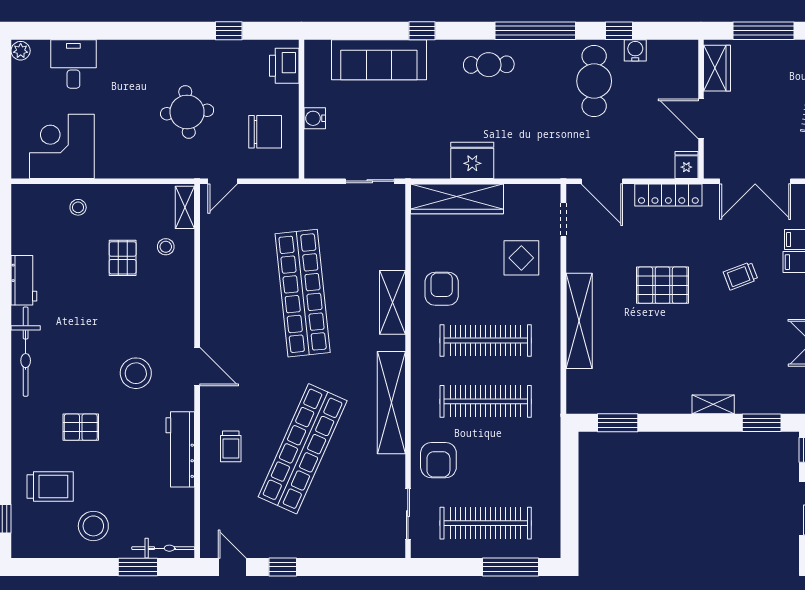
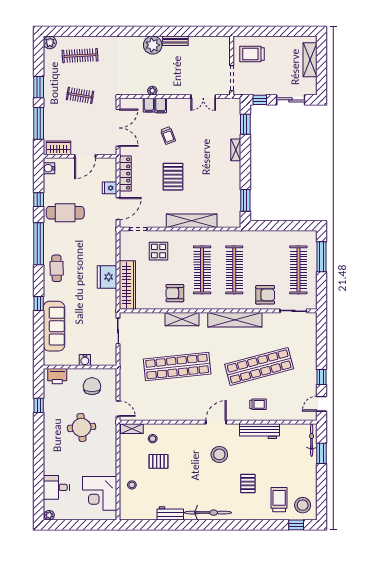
water cooler: (635, 50) -> (49, 168), moved
fridge: (686, 165) -> (109, 188), moved
shop shelf: (303, 449) -> (259, 367), turned -39
stool: (93, 526) -> (303, 505), moved

